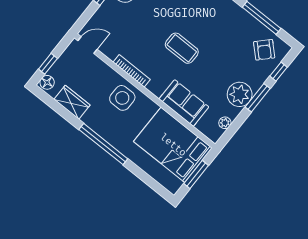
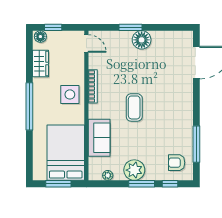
armchair: (264, 50) -> (177, 163), turned 46

